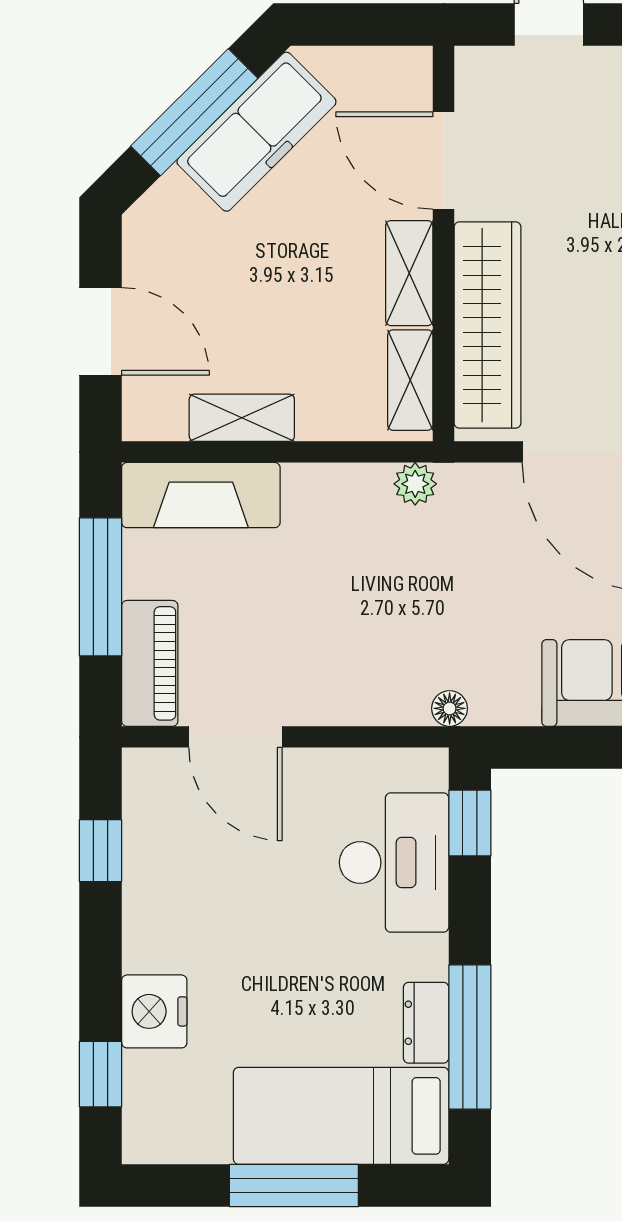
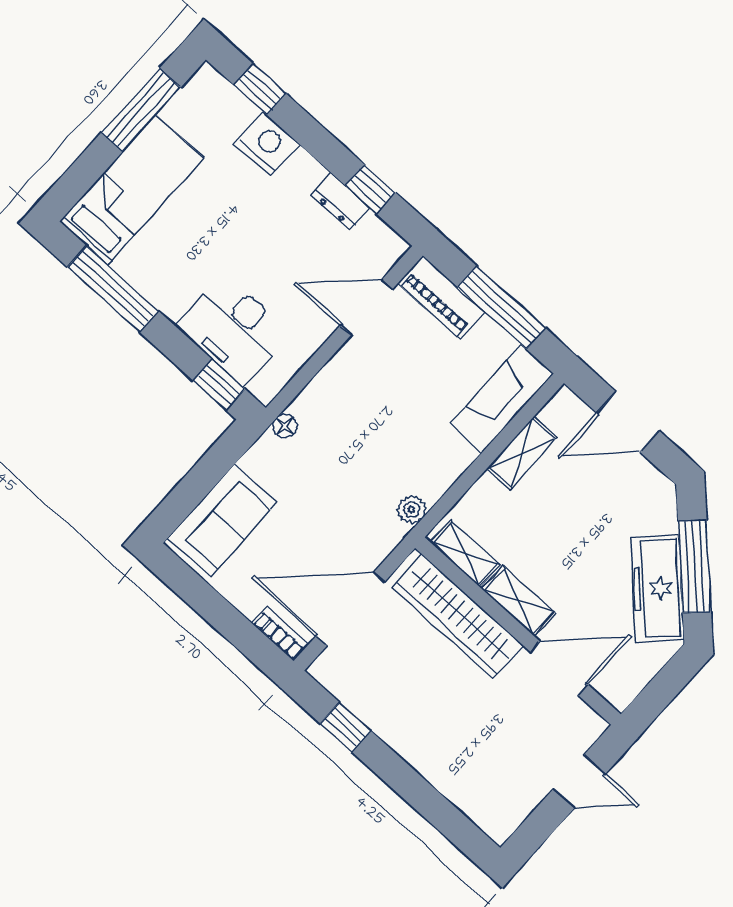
dresser: (426, 1023) -> (340, 201), moved, turned 180
window: (294, 1185) -> (141, 110), moved

